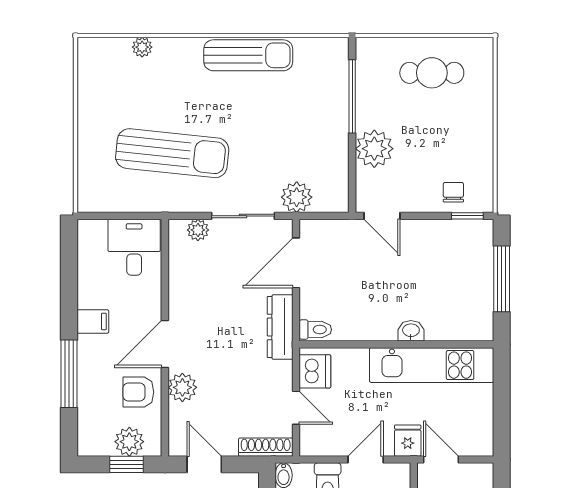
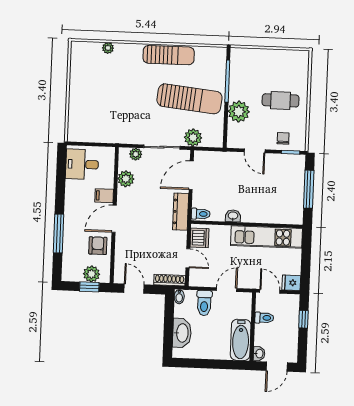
cafe table: (432, 73) -> (281, 100), moved
sun lounger: (172, 153) -> (189, 99), moved
door: (382, 216) -> (255, 151), moved
desk: (134, 247) -> (82, 164), moved, turned -90
filing cabinet: (93, 321) -> (104, 196), moved, turned 180
washbasin: (411, 331) -> (233, 216), moved
plant: (182, 387) -> (126, 179), moved
armchair: (138, 392) -> (98, 246), turned 90
fridge: (408, 441) -> (291, 283), moved, turned -90

